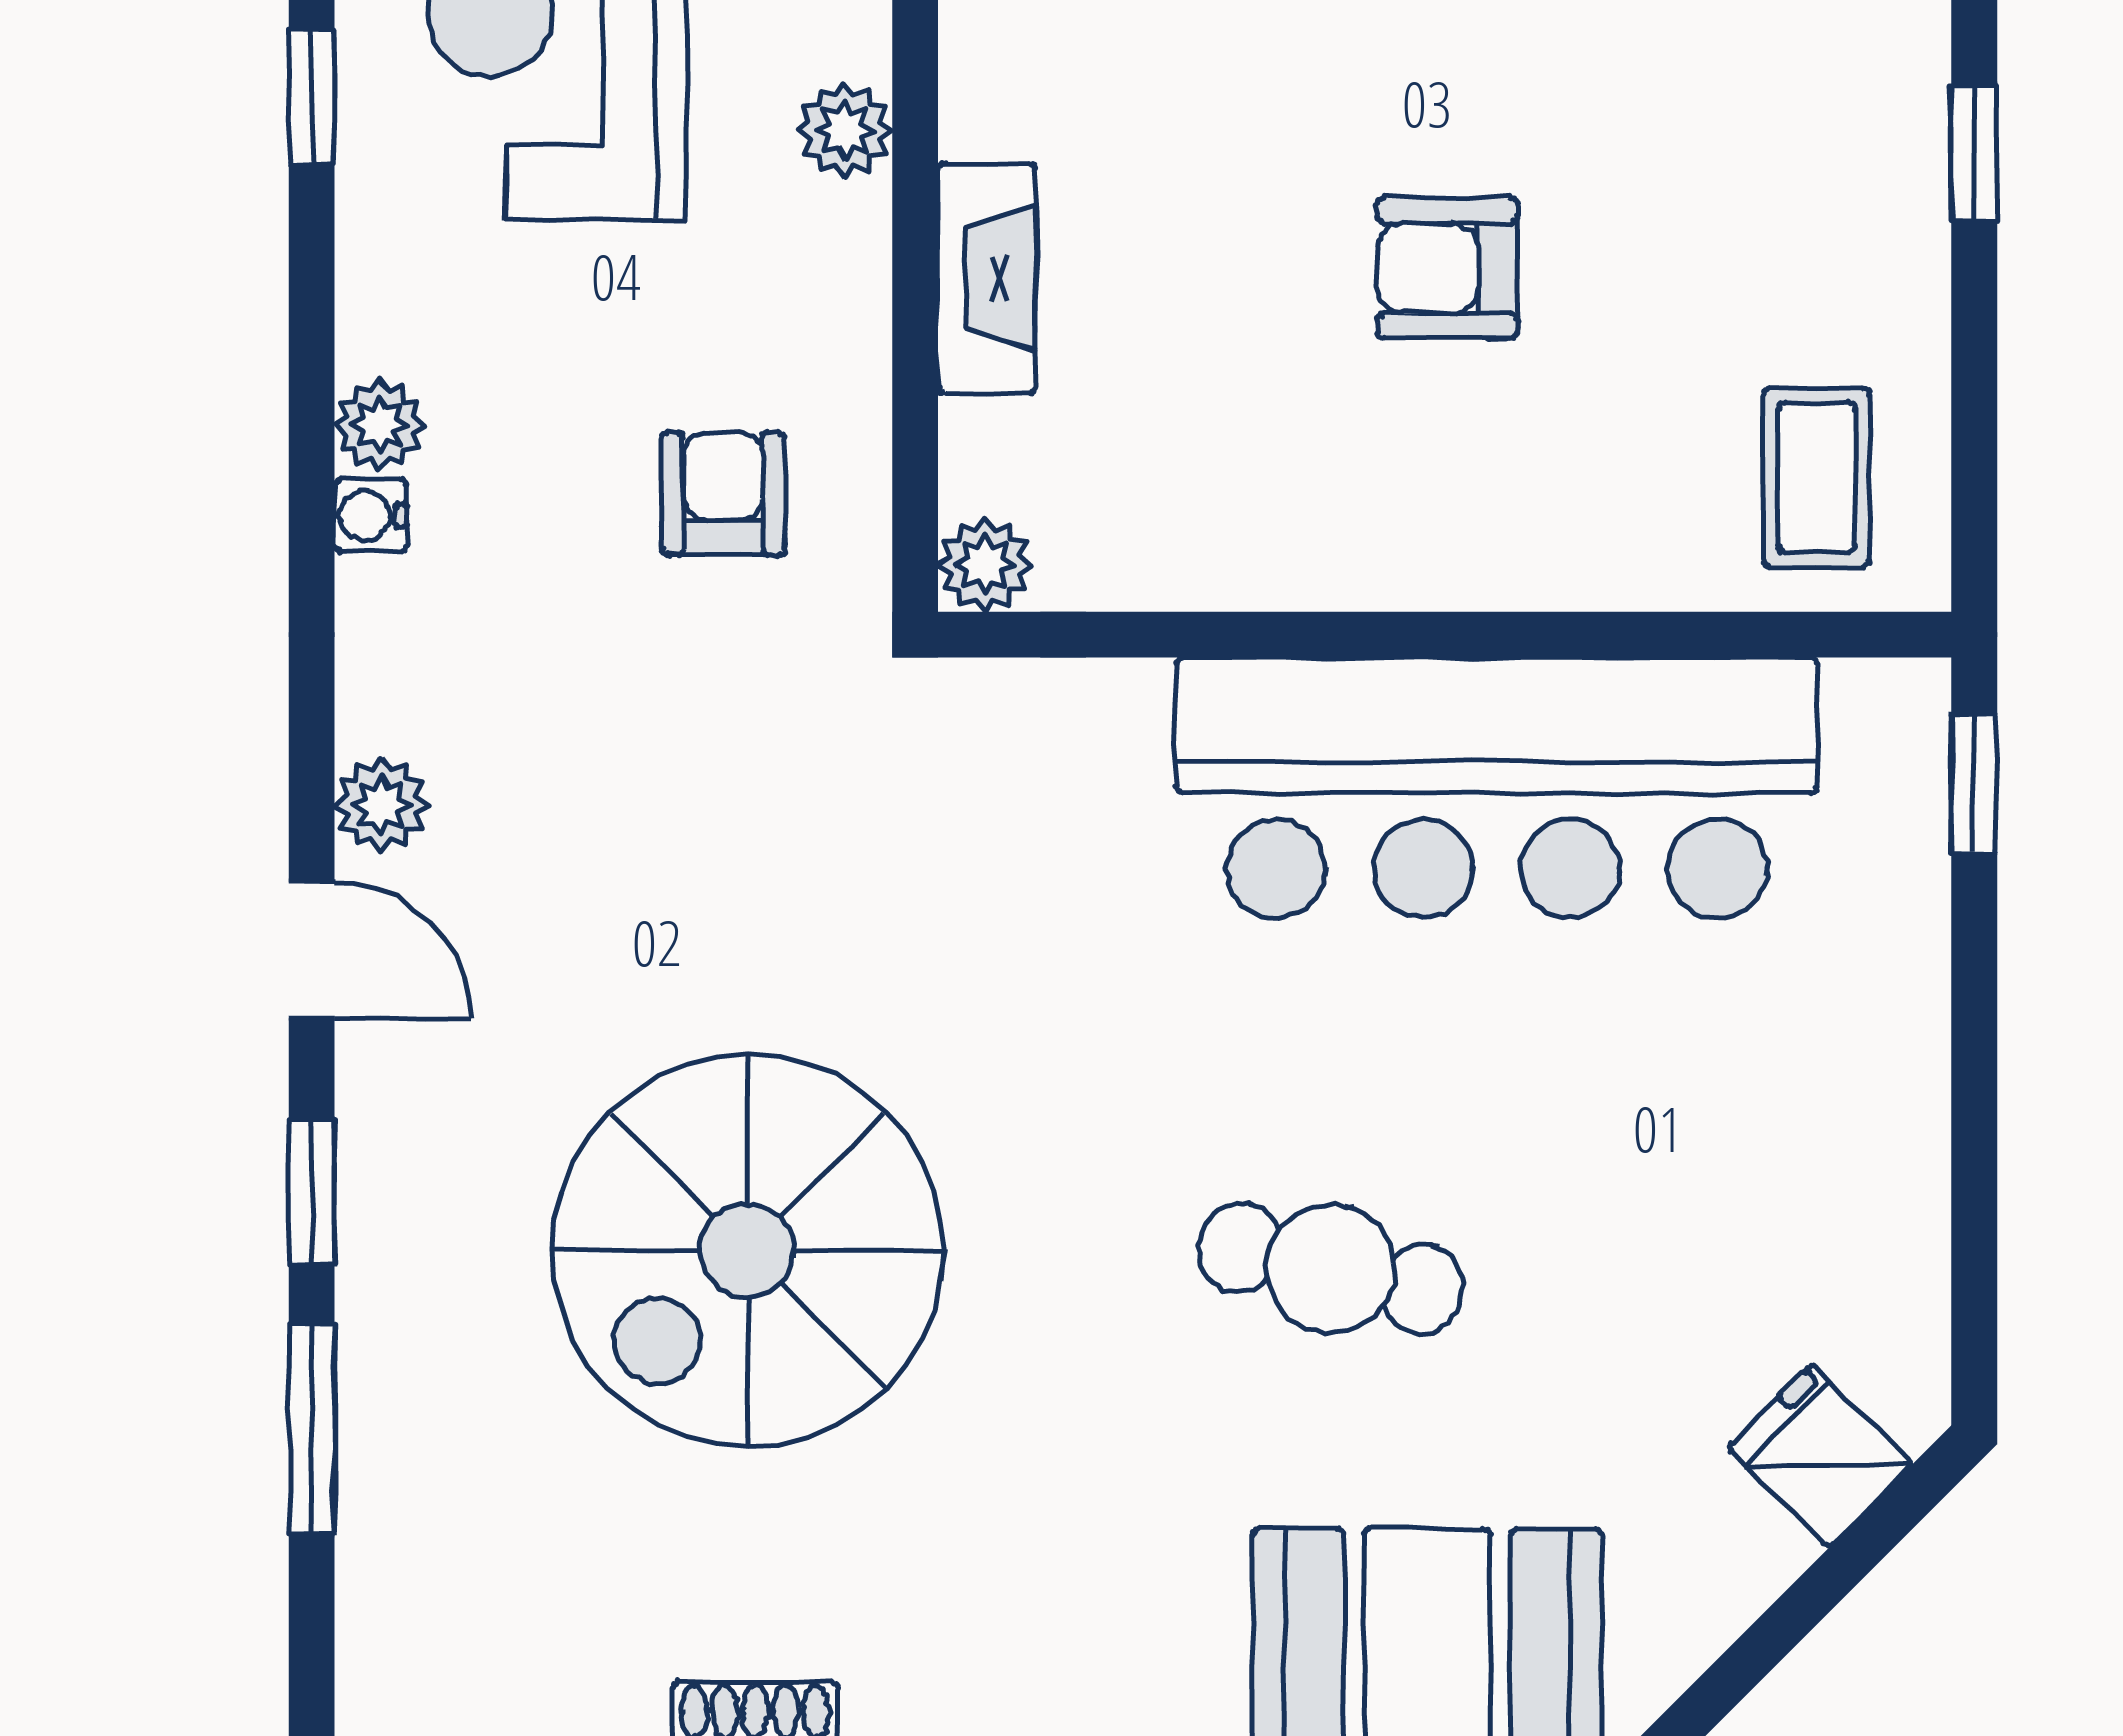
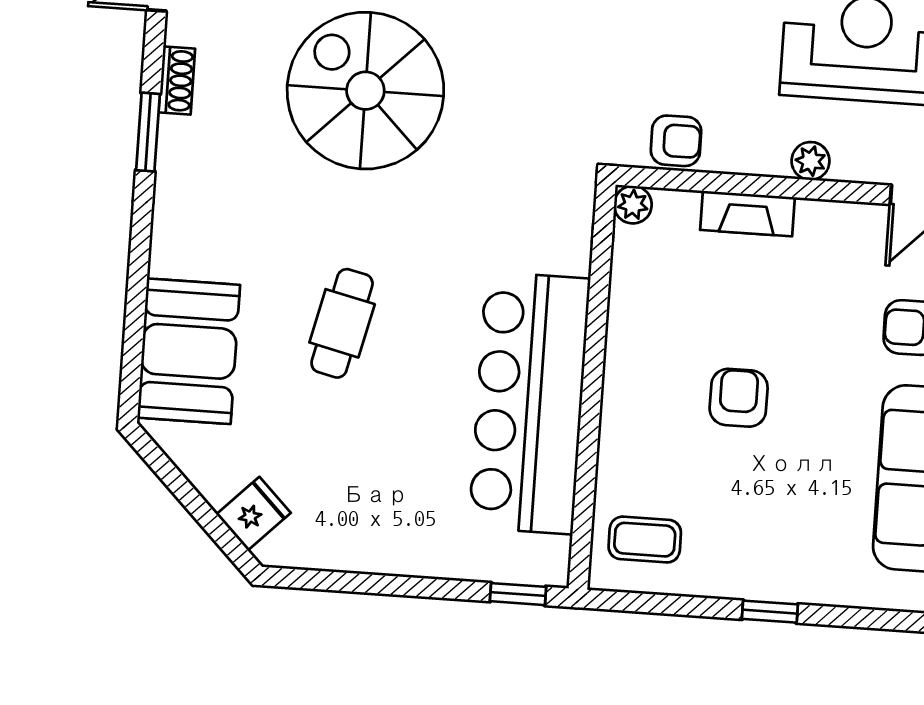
armchair: (723, 493) -> (676, 141), moved

